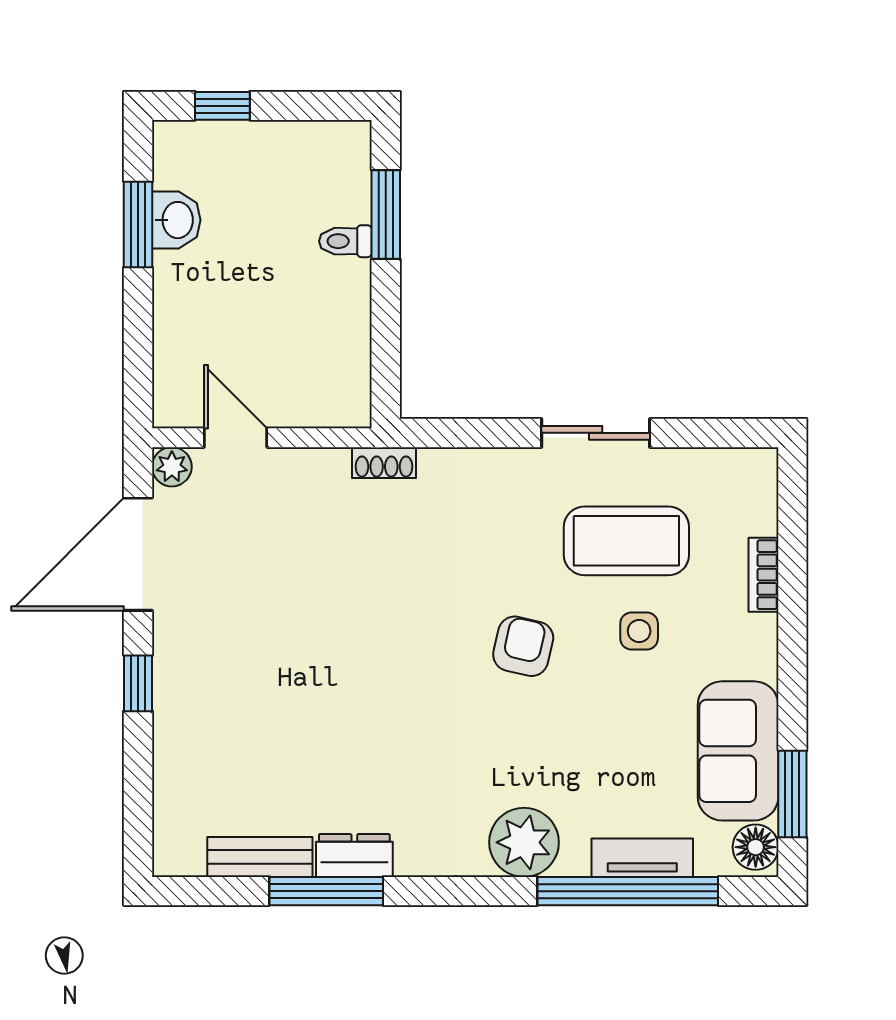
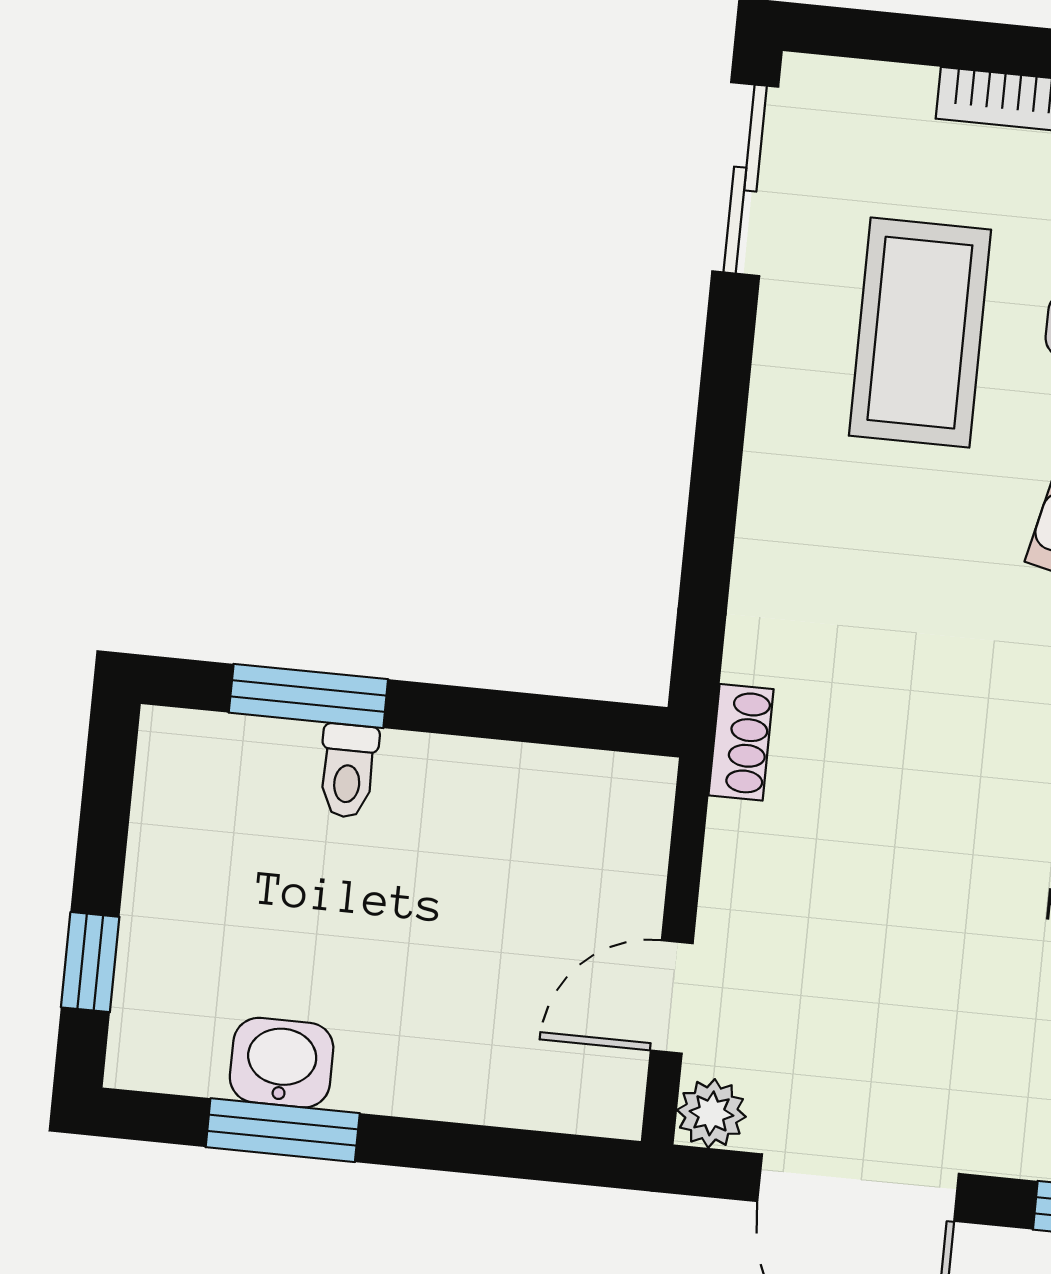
sliding door: (596, 433) -> (745, 179), moved

